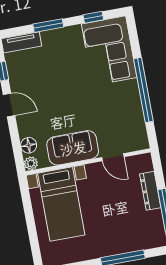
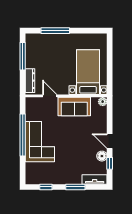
corner sofa: (109, 51) -> (40, 142), moved
floor lamp: (29, 145) -> (102, 156), moved
dresser: (150, 191) -> (30, 81), moved

